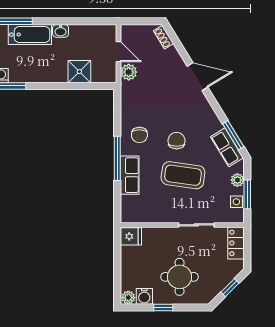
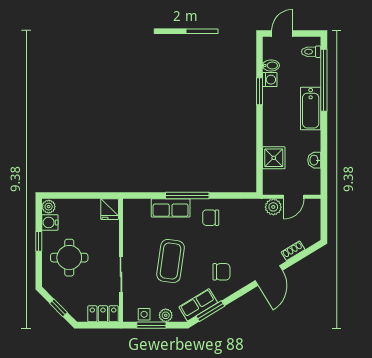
washbasin: (61, 31) -> (314, 160), moved
shoe rack: (163, 37) -> (293, 251), moved
chair: (177, 141) -> (221, 272), moved

